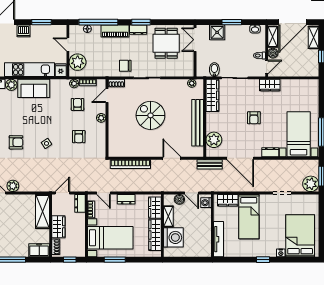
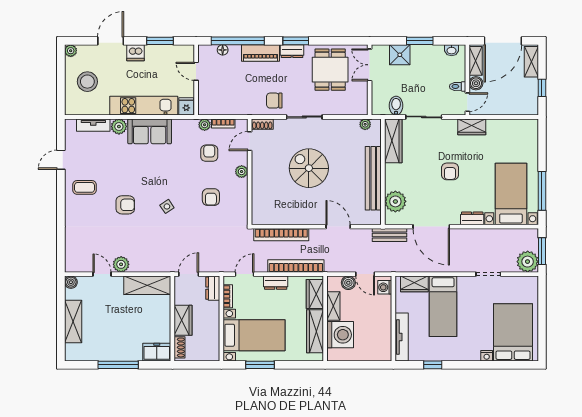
plant: (78, 62) -> (209, 95), removed
bookcase: (141, 187) -> (296, 266), added
door: (103, 193) -> (245, 274), swing flipped
shelving: (42, 211) -> (147, 285), moved, turned 90
window: (70, 260) -> (199, 365), removed
window: (263, 260) -> (433, 365), moved

